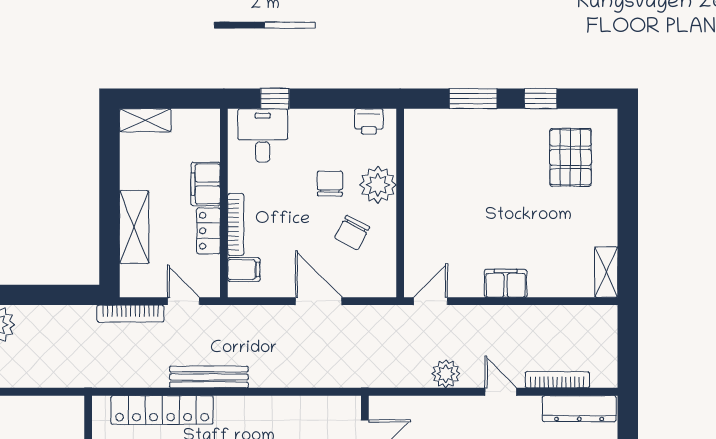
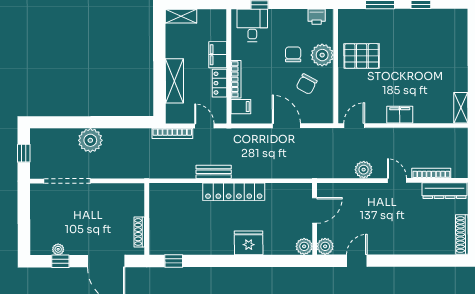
pallet: (570, 157) -> (362, 56), moved, turned 90
bench: (209, 377) -> (214, 172), width x0.73
locker: (162, 410) -> (234, 192), moved

